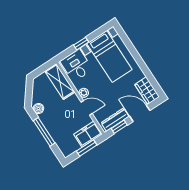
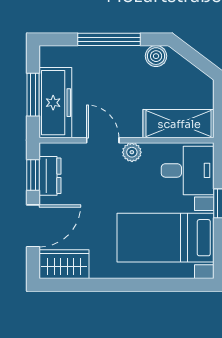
door: (87, 108) -> (103, 140), swing flipped
dresser: (115, 120) -> (50, 176), width x0.70
freezer: (88, 134) -> (55, 103), width x1.40

